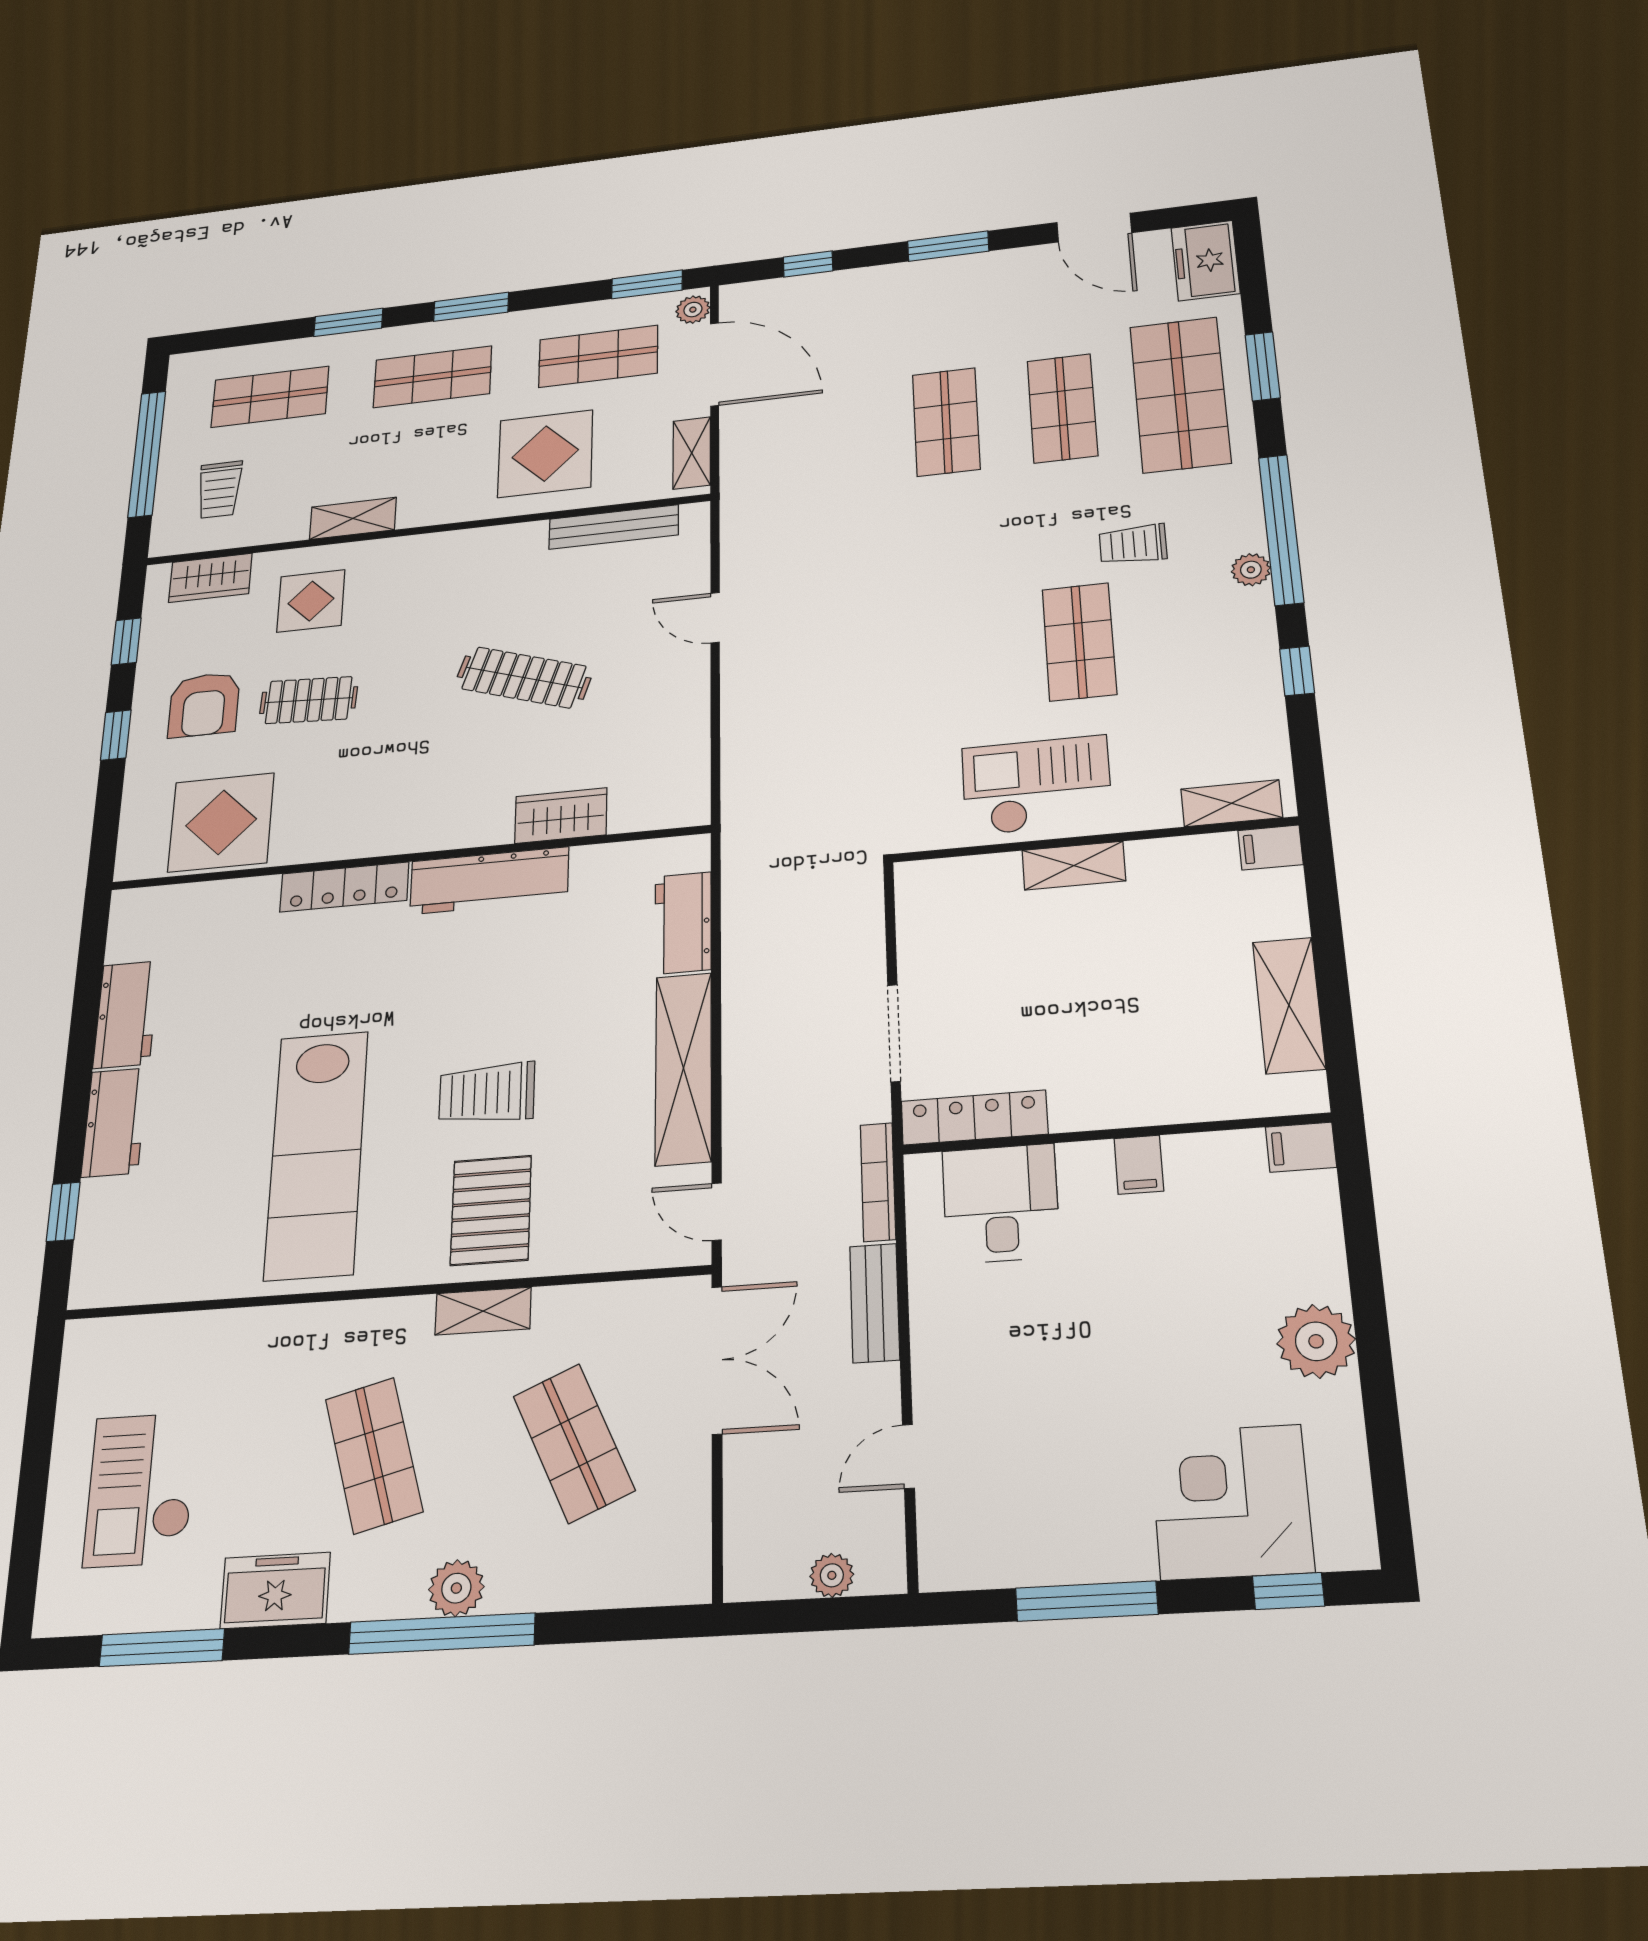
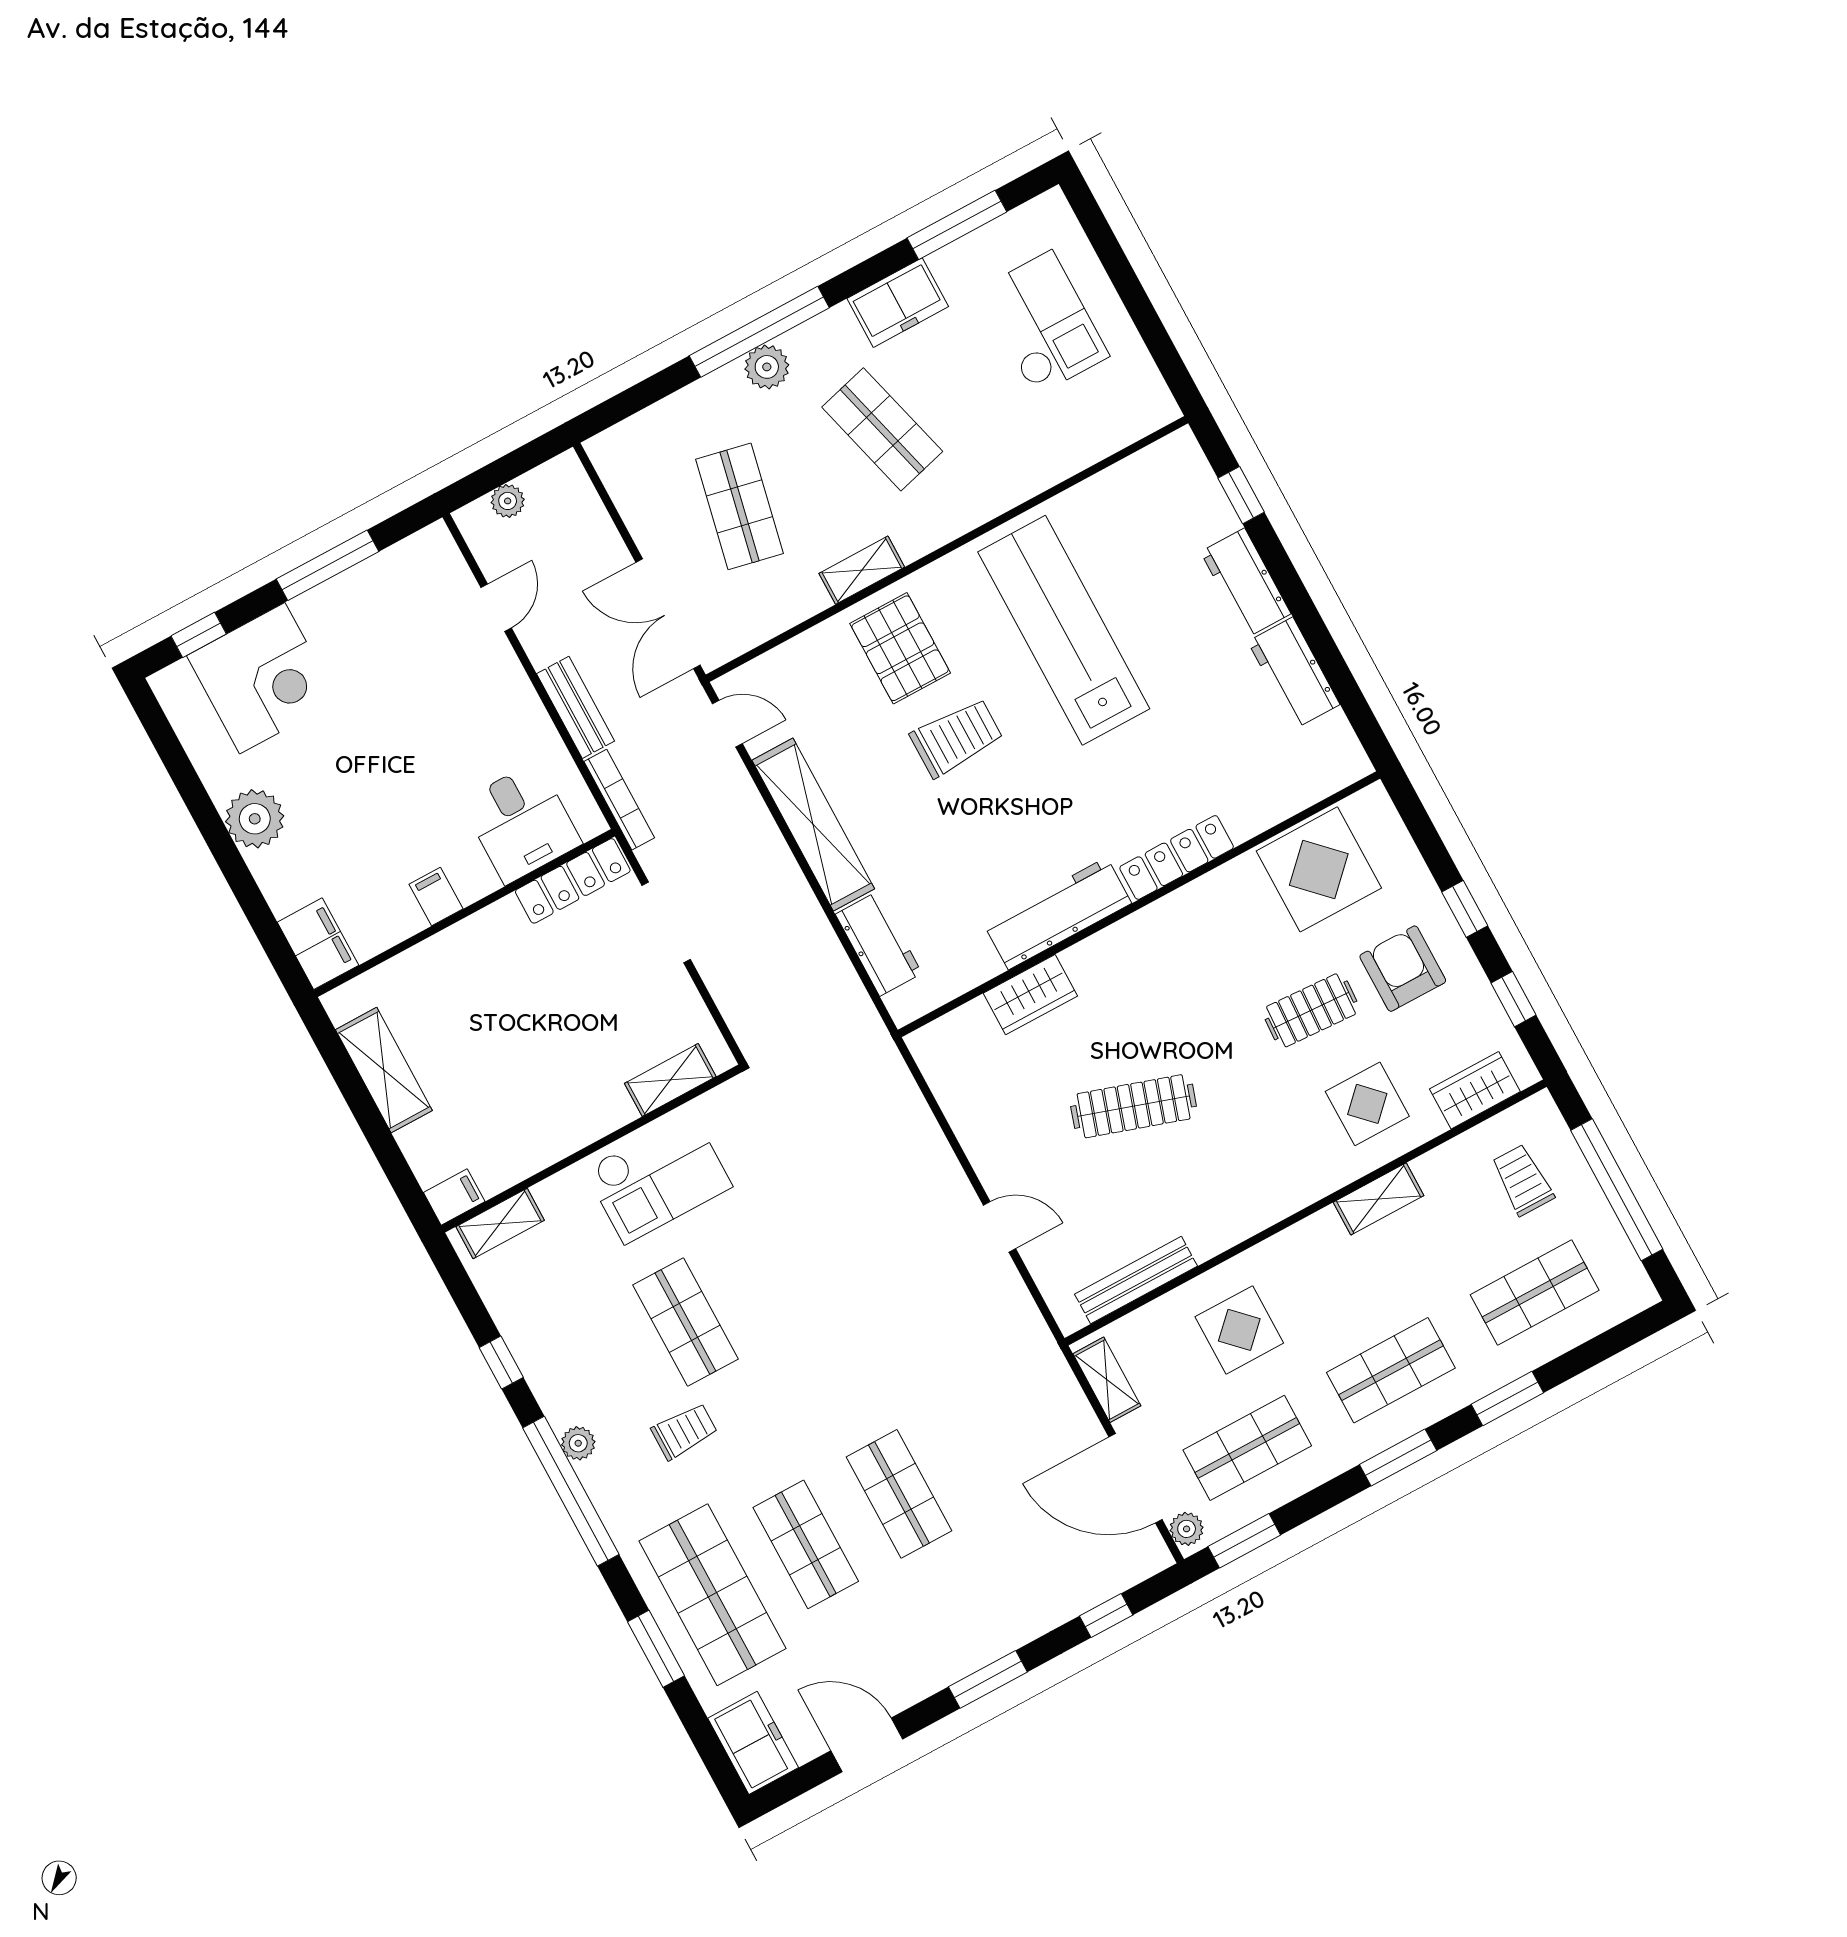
display table: (545, 454) -> (1239, 1330), width x0.73, depth x0.73
shelving: (1074, 866) -> (670, 1080), moved
filing cabinet: (1301, 1147) -> (318, 944), width x2.00
shop shelf: (574, 1443) -> (739, 506), turned 36

